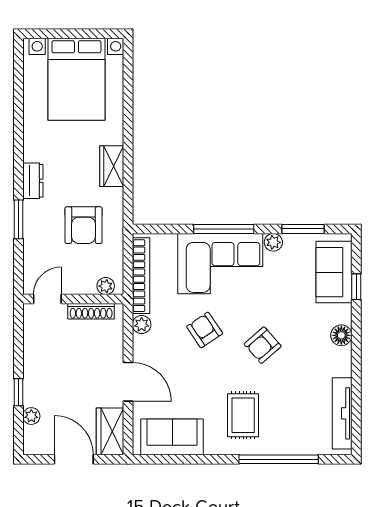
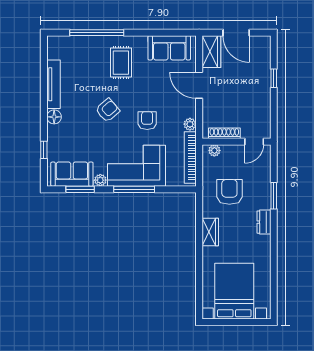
sofa: (334, 272) -> (72, 174), moved, turned -90
armchair: (205, 330) -> (147, 121), turned -146
tv unit: (342, 413) -> (54, 84), moved
plant: (31, 416) -> (265, 62), removed

